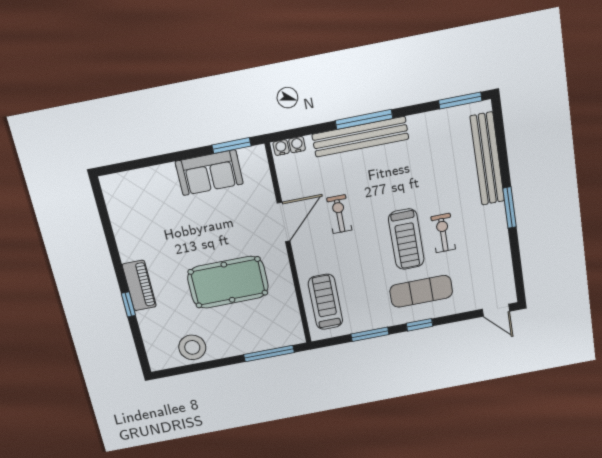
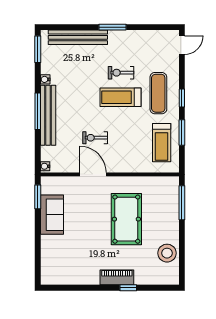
water cooler: (297, 145) -> (45, 79), moved
treadmill: (406, 239) -> (121, 97), turned 180
treadmill: (325, 302) -> (162, 143), moved, turned -90

